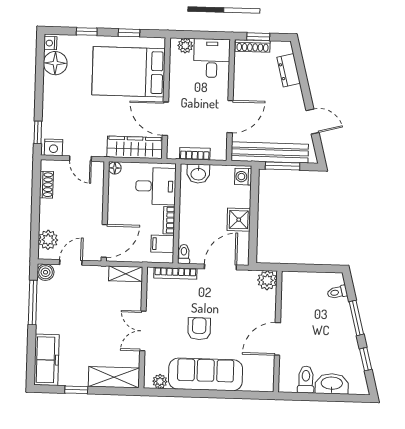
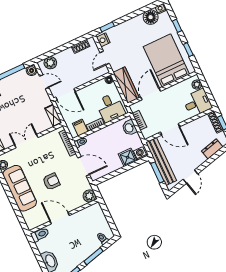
shower: (239, 220) -> (128, 157), moved
armchair: (199, 329) -> (51, 182), moved
toilet: (306, 380) -> (40, 235), moved

